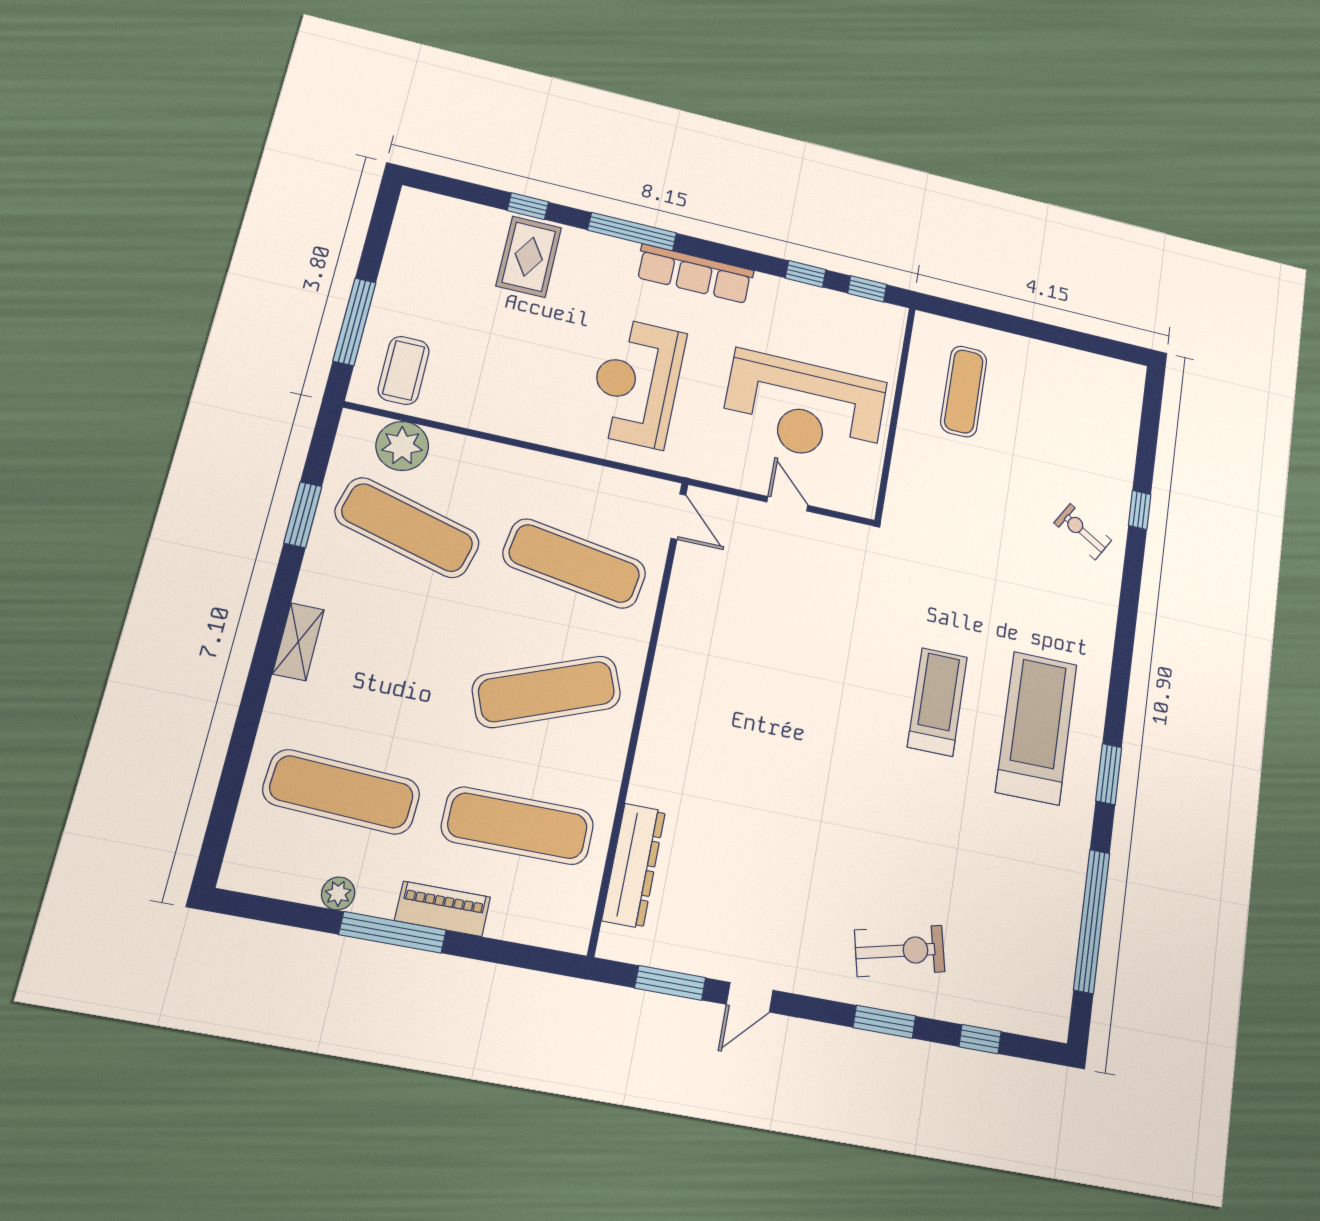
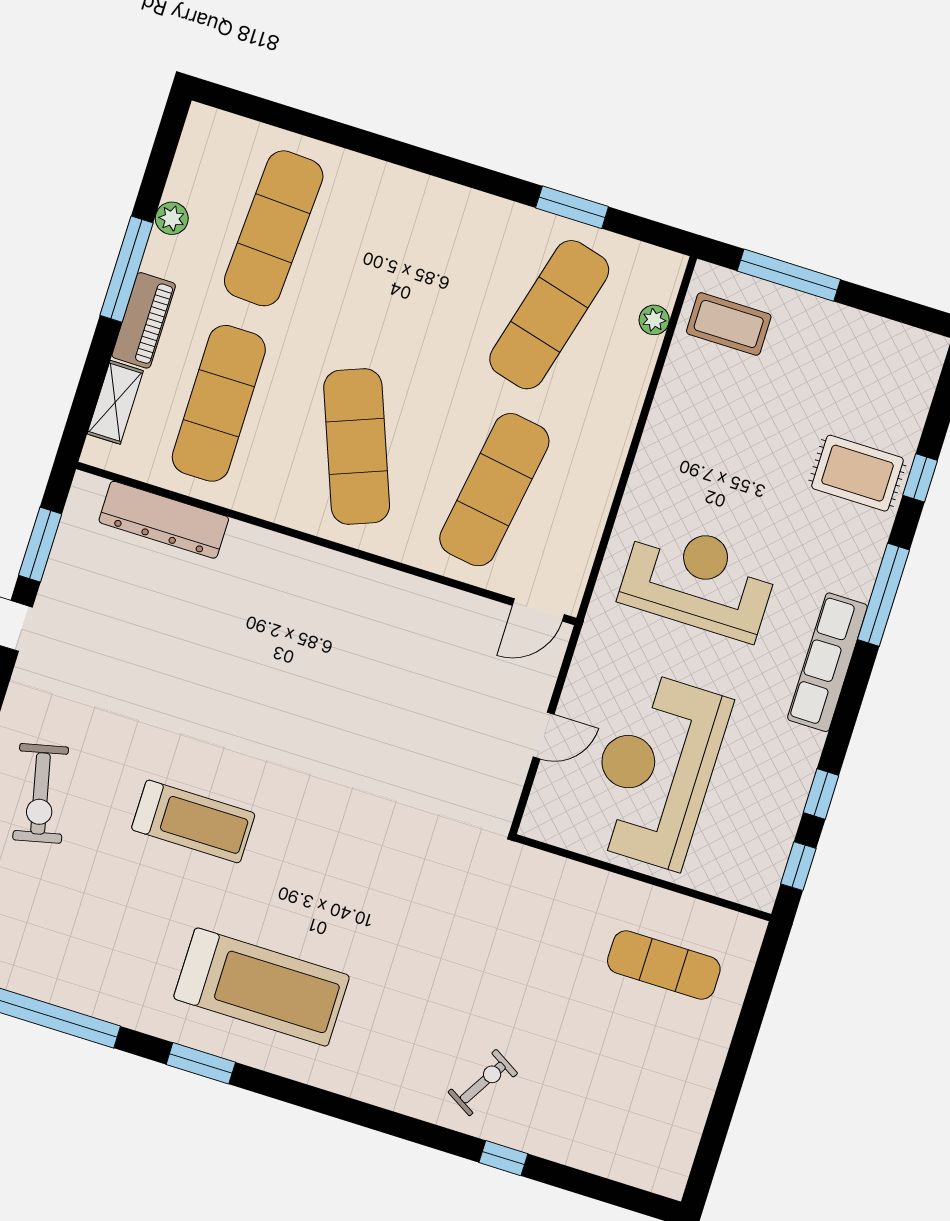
plant: (402, 446) -> (654, 320), width x0.53, depth x0.53
shelving: (298, 642) -> (115, 402), moved, turned 90
treadmill: (937, 702) -> (193, 821), moved

